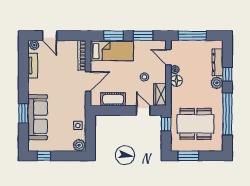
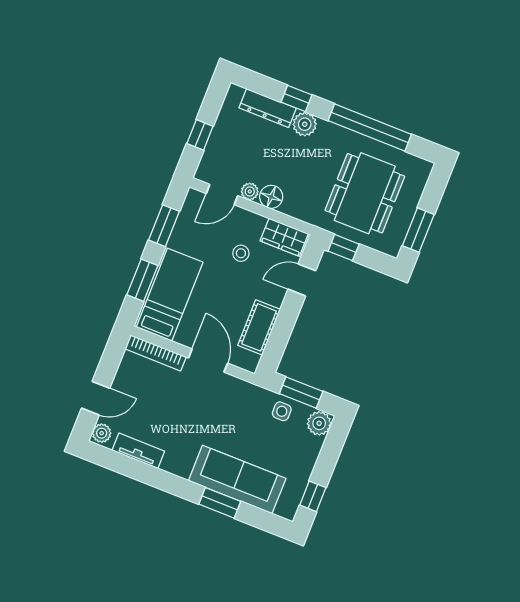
window: (192, 36) -> (200, 135), width x0.46
window: (90, 131) -> (301, 393), added

